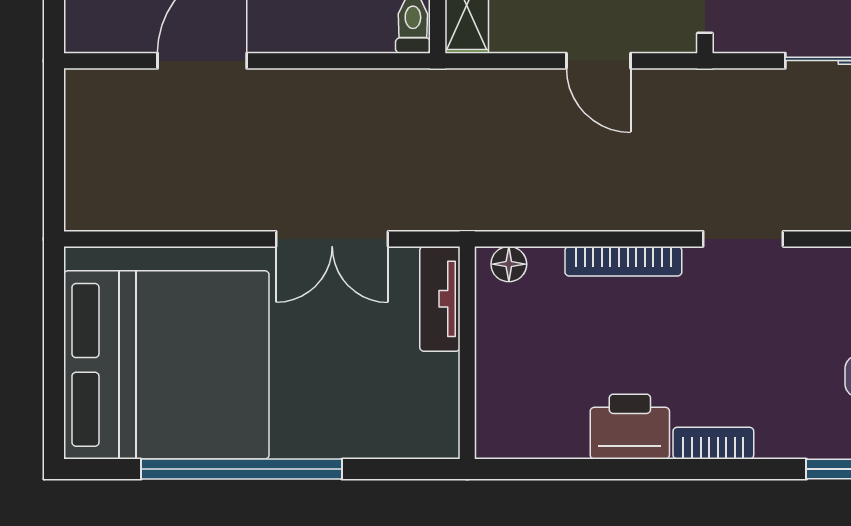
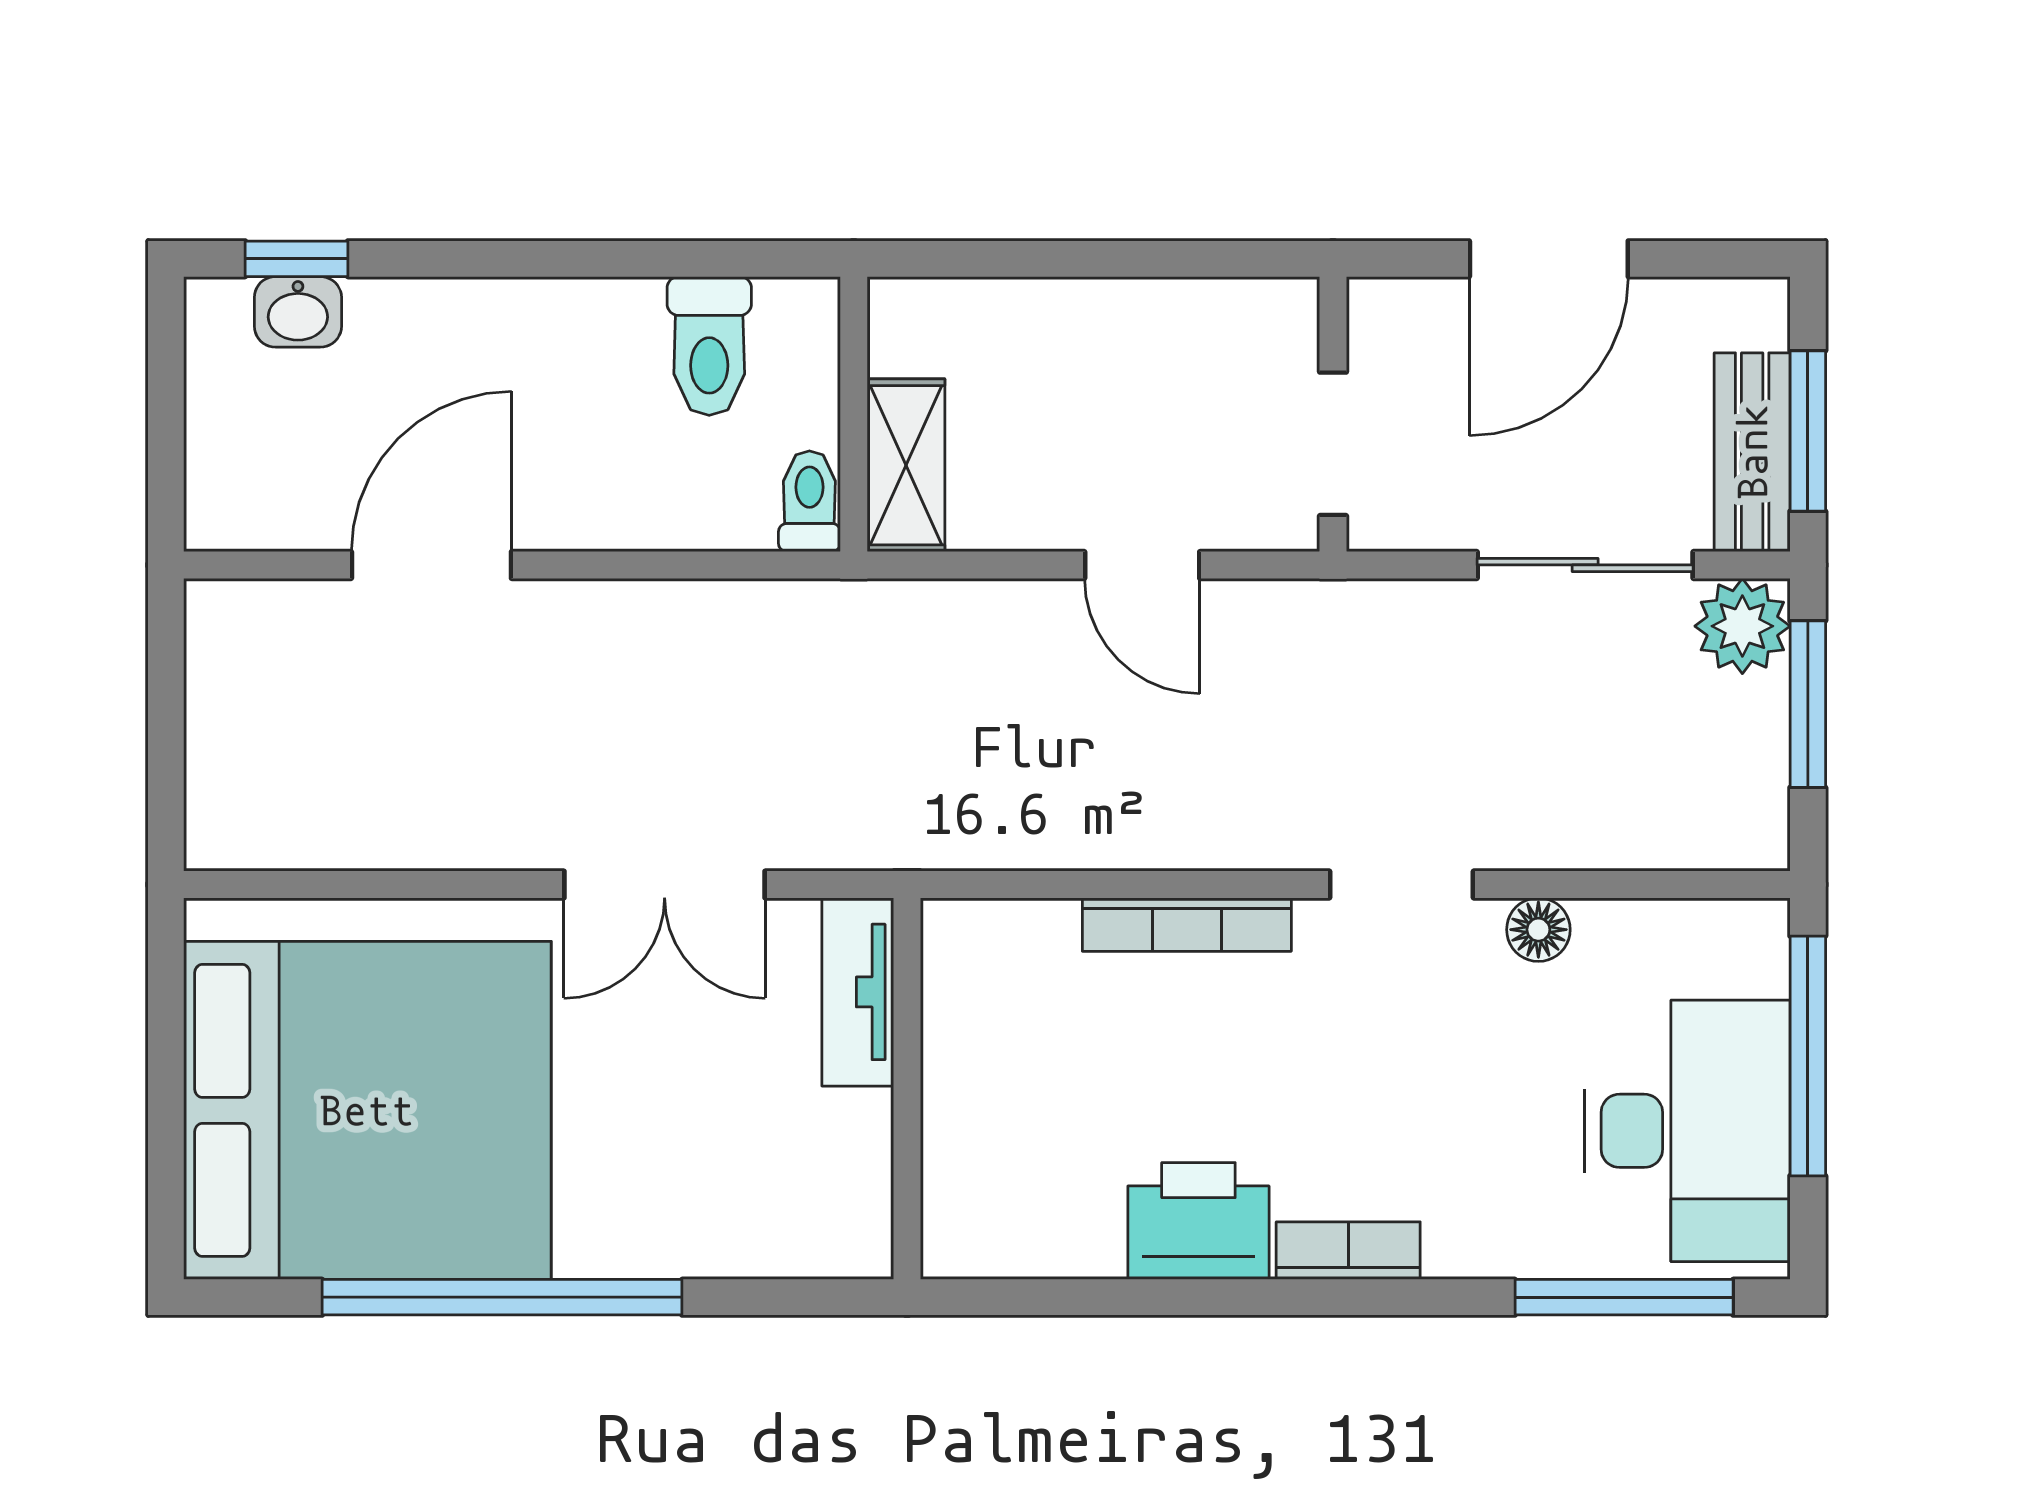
floor lamp: (509, 264) -> (1538, 930), moved

